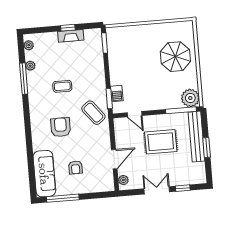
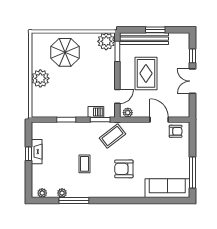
plant: (146, 33) -> (40, 78), added
window: (105, 43) -> (66, 120), moved
window: (181, 110) -> (117, 51), width x0.69
armchair: (76, 167) -> (176, 131), moved
plant: (123, 180) -> (128, 113), moved

